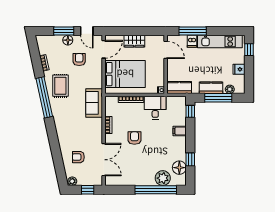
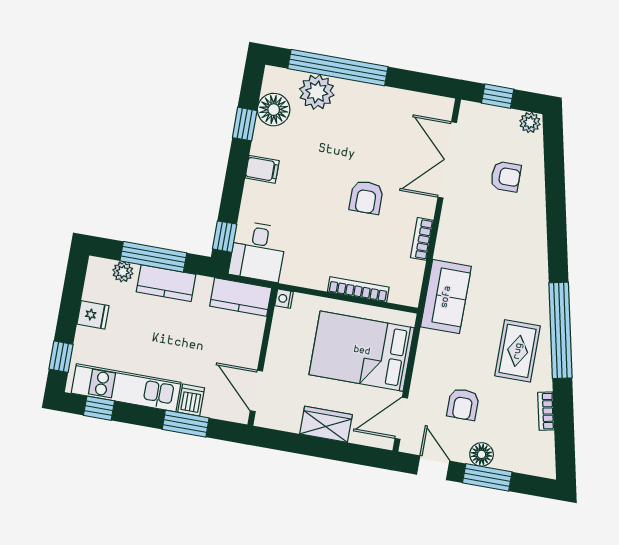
window: (193, 31) -> (186, 424), width x0.69
window: (230, 31) -> (99, 408), added
desk: (155, 108) -> (258, 251), moved
filing cabinet: (180, 131) -> (262, 169), moved

